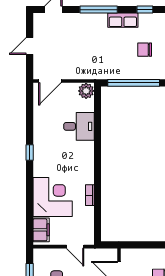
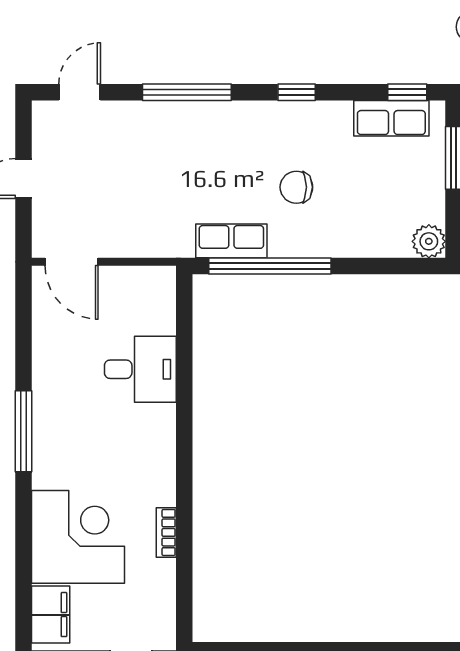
row of seats: (123, 20) -> (231, 241), moved, turned 180
door: (50, 81) -> (72, 262), hinge flipped
plant: (86, 91) -> (158, 285), removed
window: (30, 153) -> (23, 431), width x2.17

